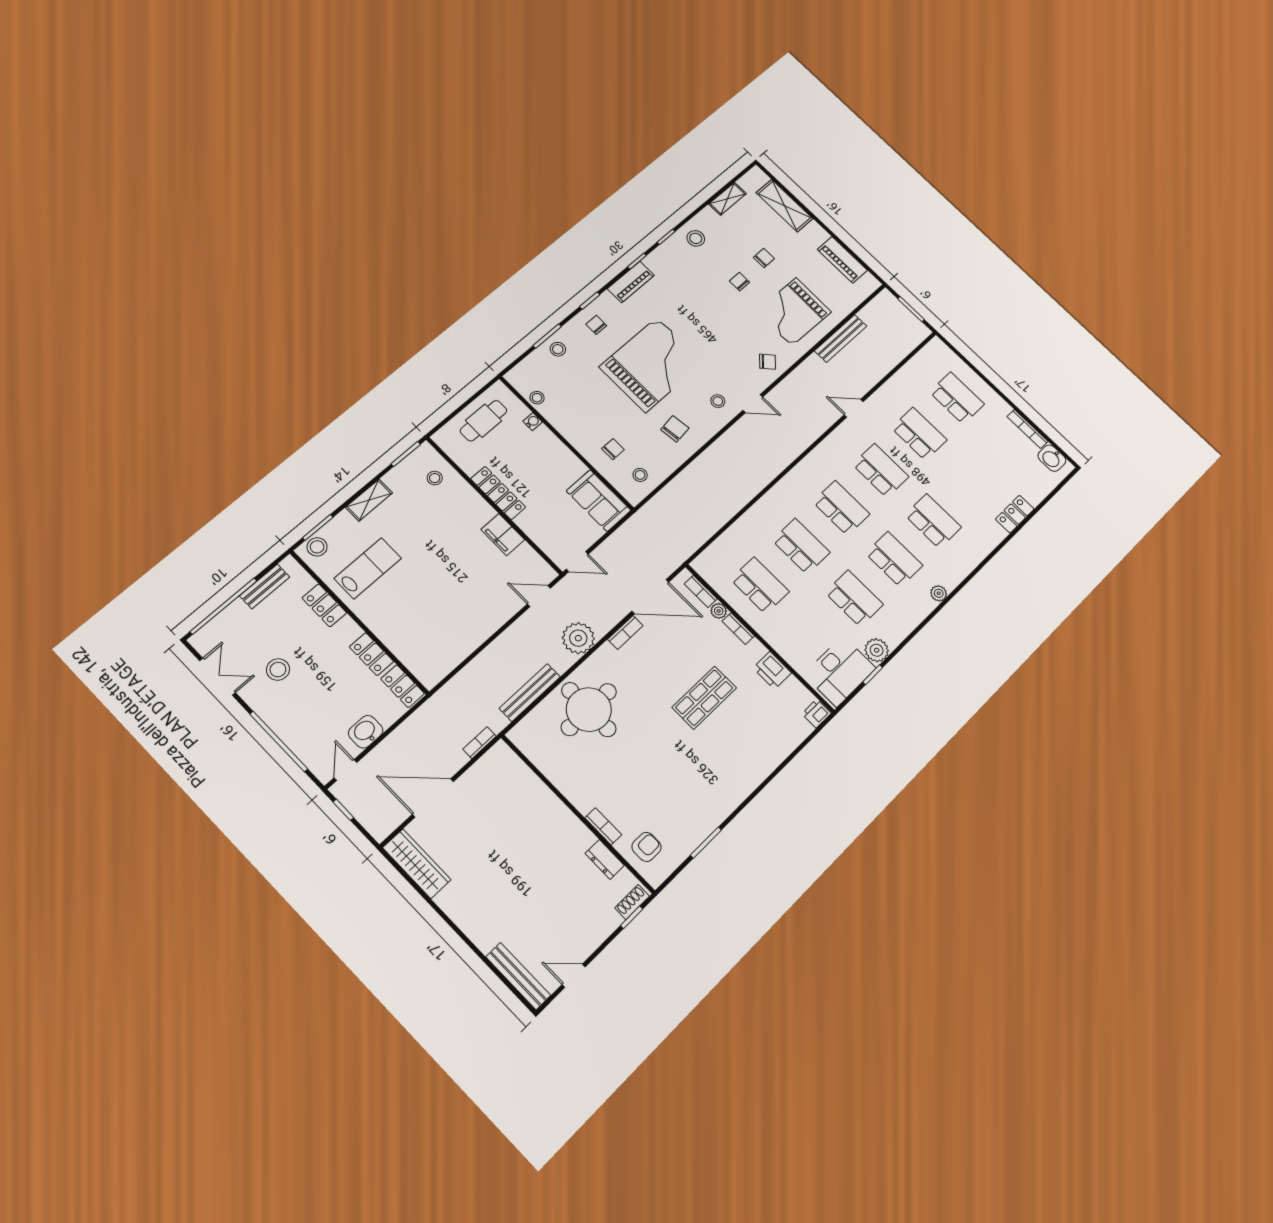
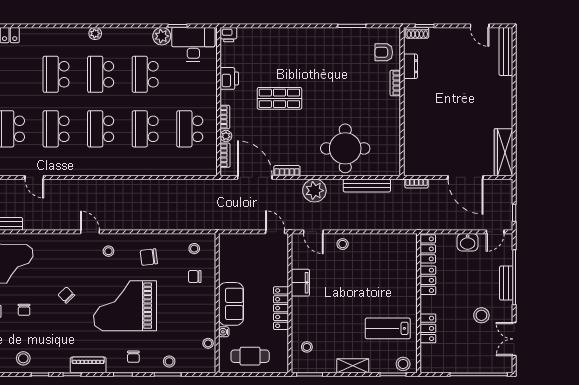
chair: (768, 362) -> (66, 295), moved
sofa: (598, 501) -> (231, 304), moved
bench: (265, 586) -> (506, 283), moved, turned 90
stool: (497, 611) -> (343, 244), added

